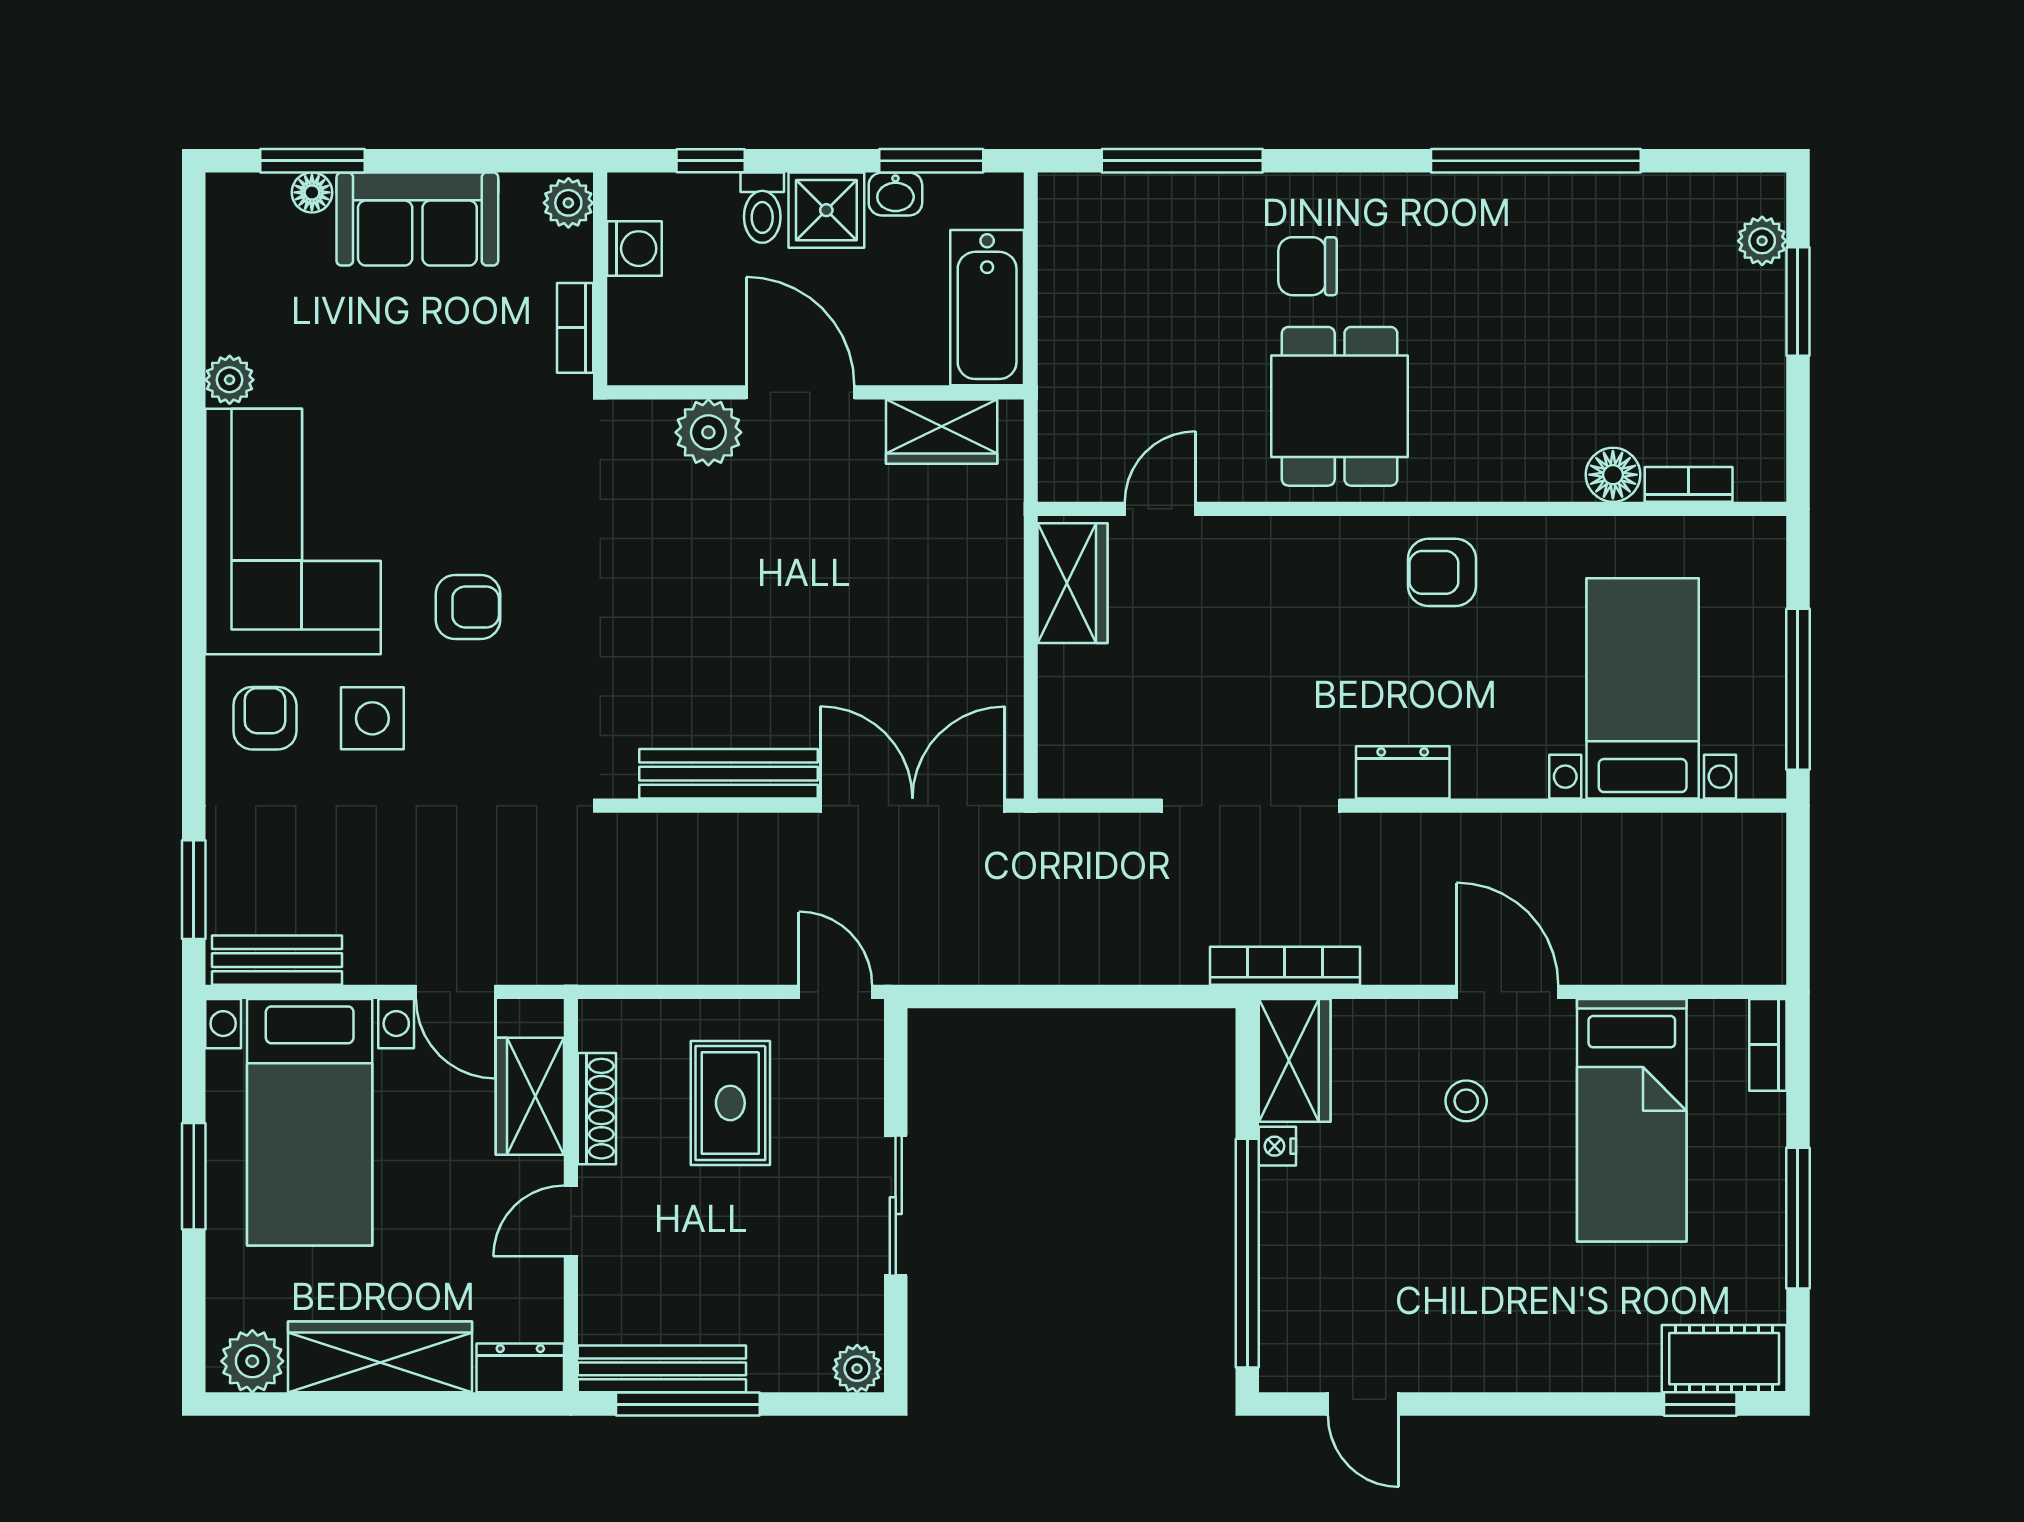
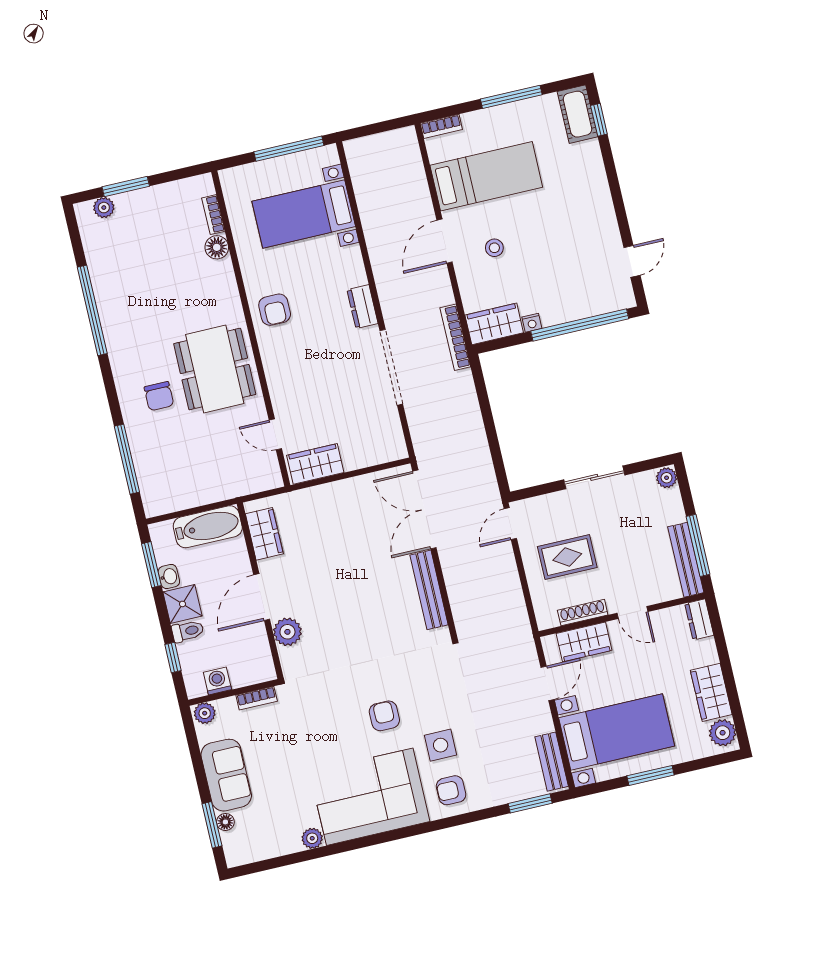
dining table: (1340, 406) -> (215, 369), width x1.38
wardrobe: (380, 1357) -> (711, 692), width x0.67

